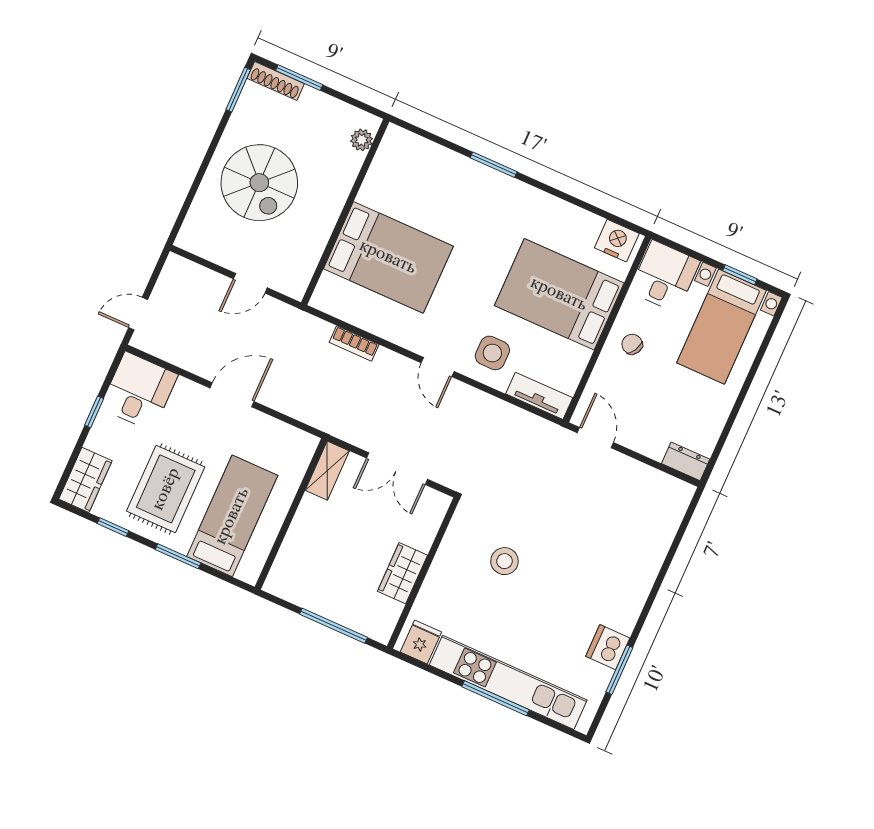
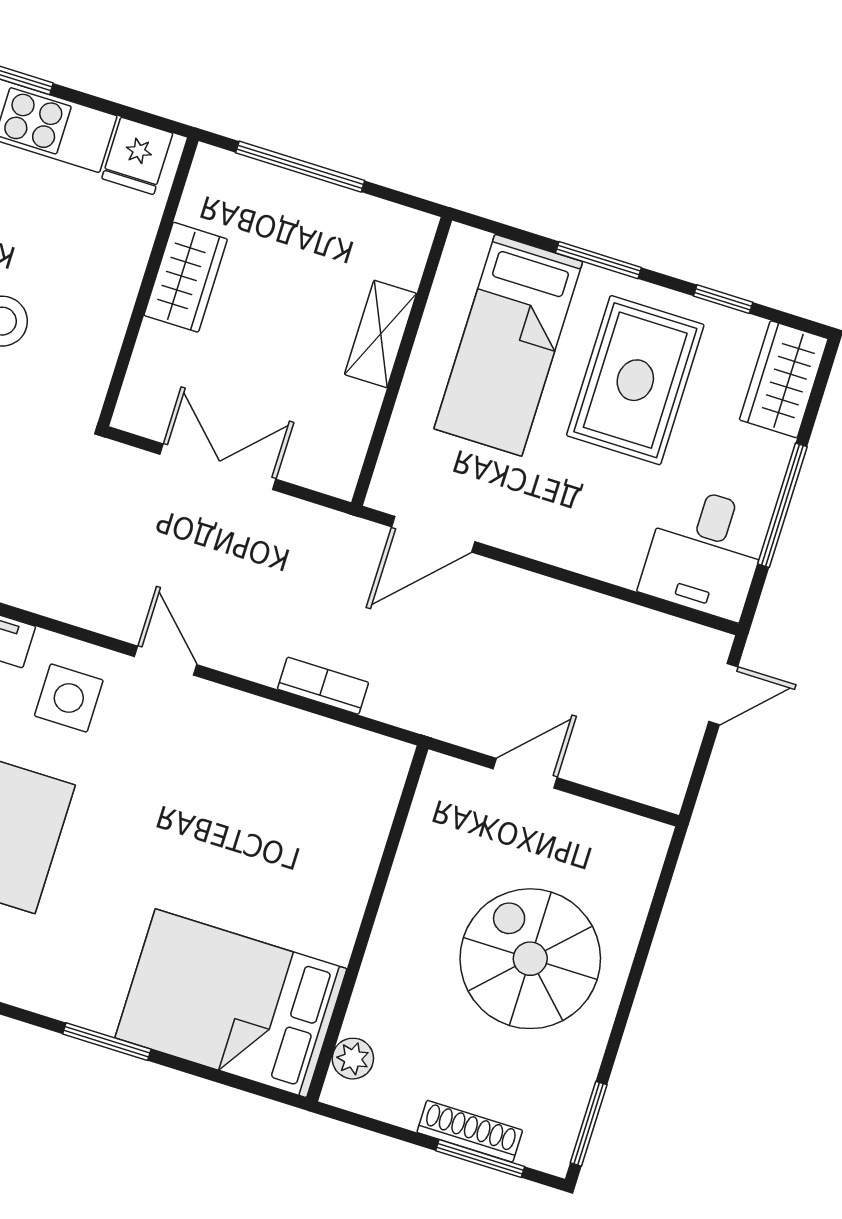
shoe rack: (276, 81) -> (470, 1131), moved
bed: (388, 257) -> (231, 1003), moved
door: (232, 395) -> (433, 534), moved
window: (94, 412) -> (782, 505), width x2.17
shelving: (327, 471) -> (381, 334), moved

